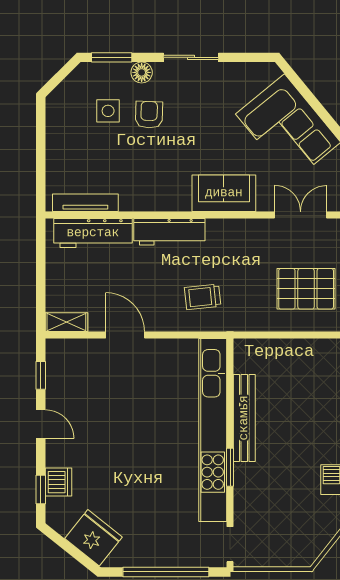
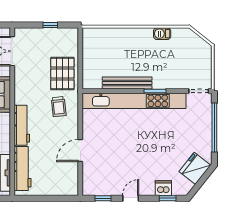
pallet: (306, 289) -> (62, 74), moved
shelving: (66, 322) -> (73, 184), removed

